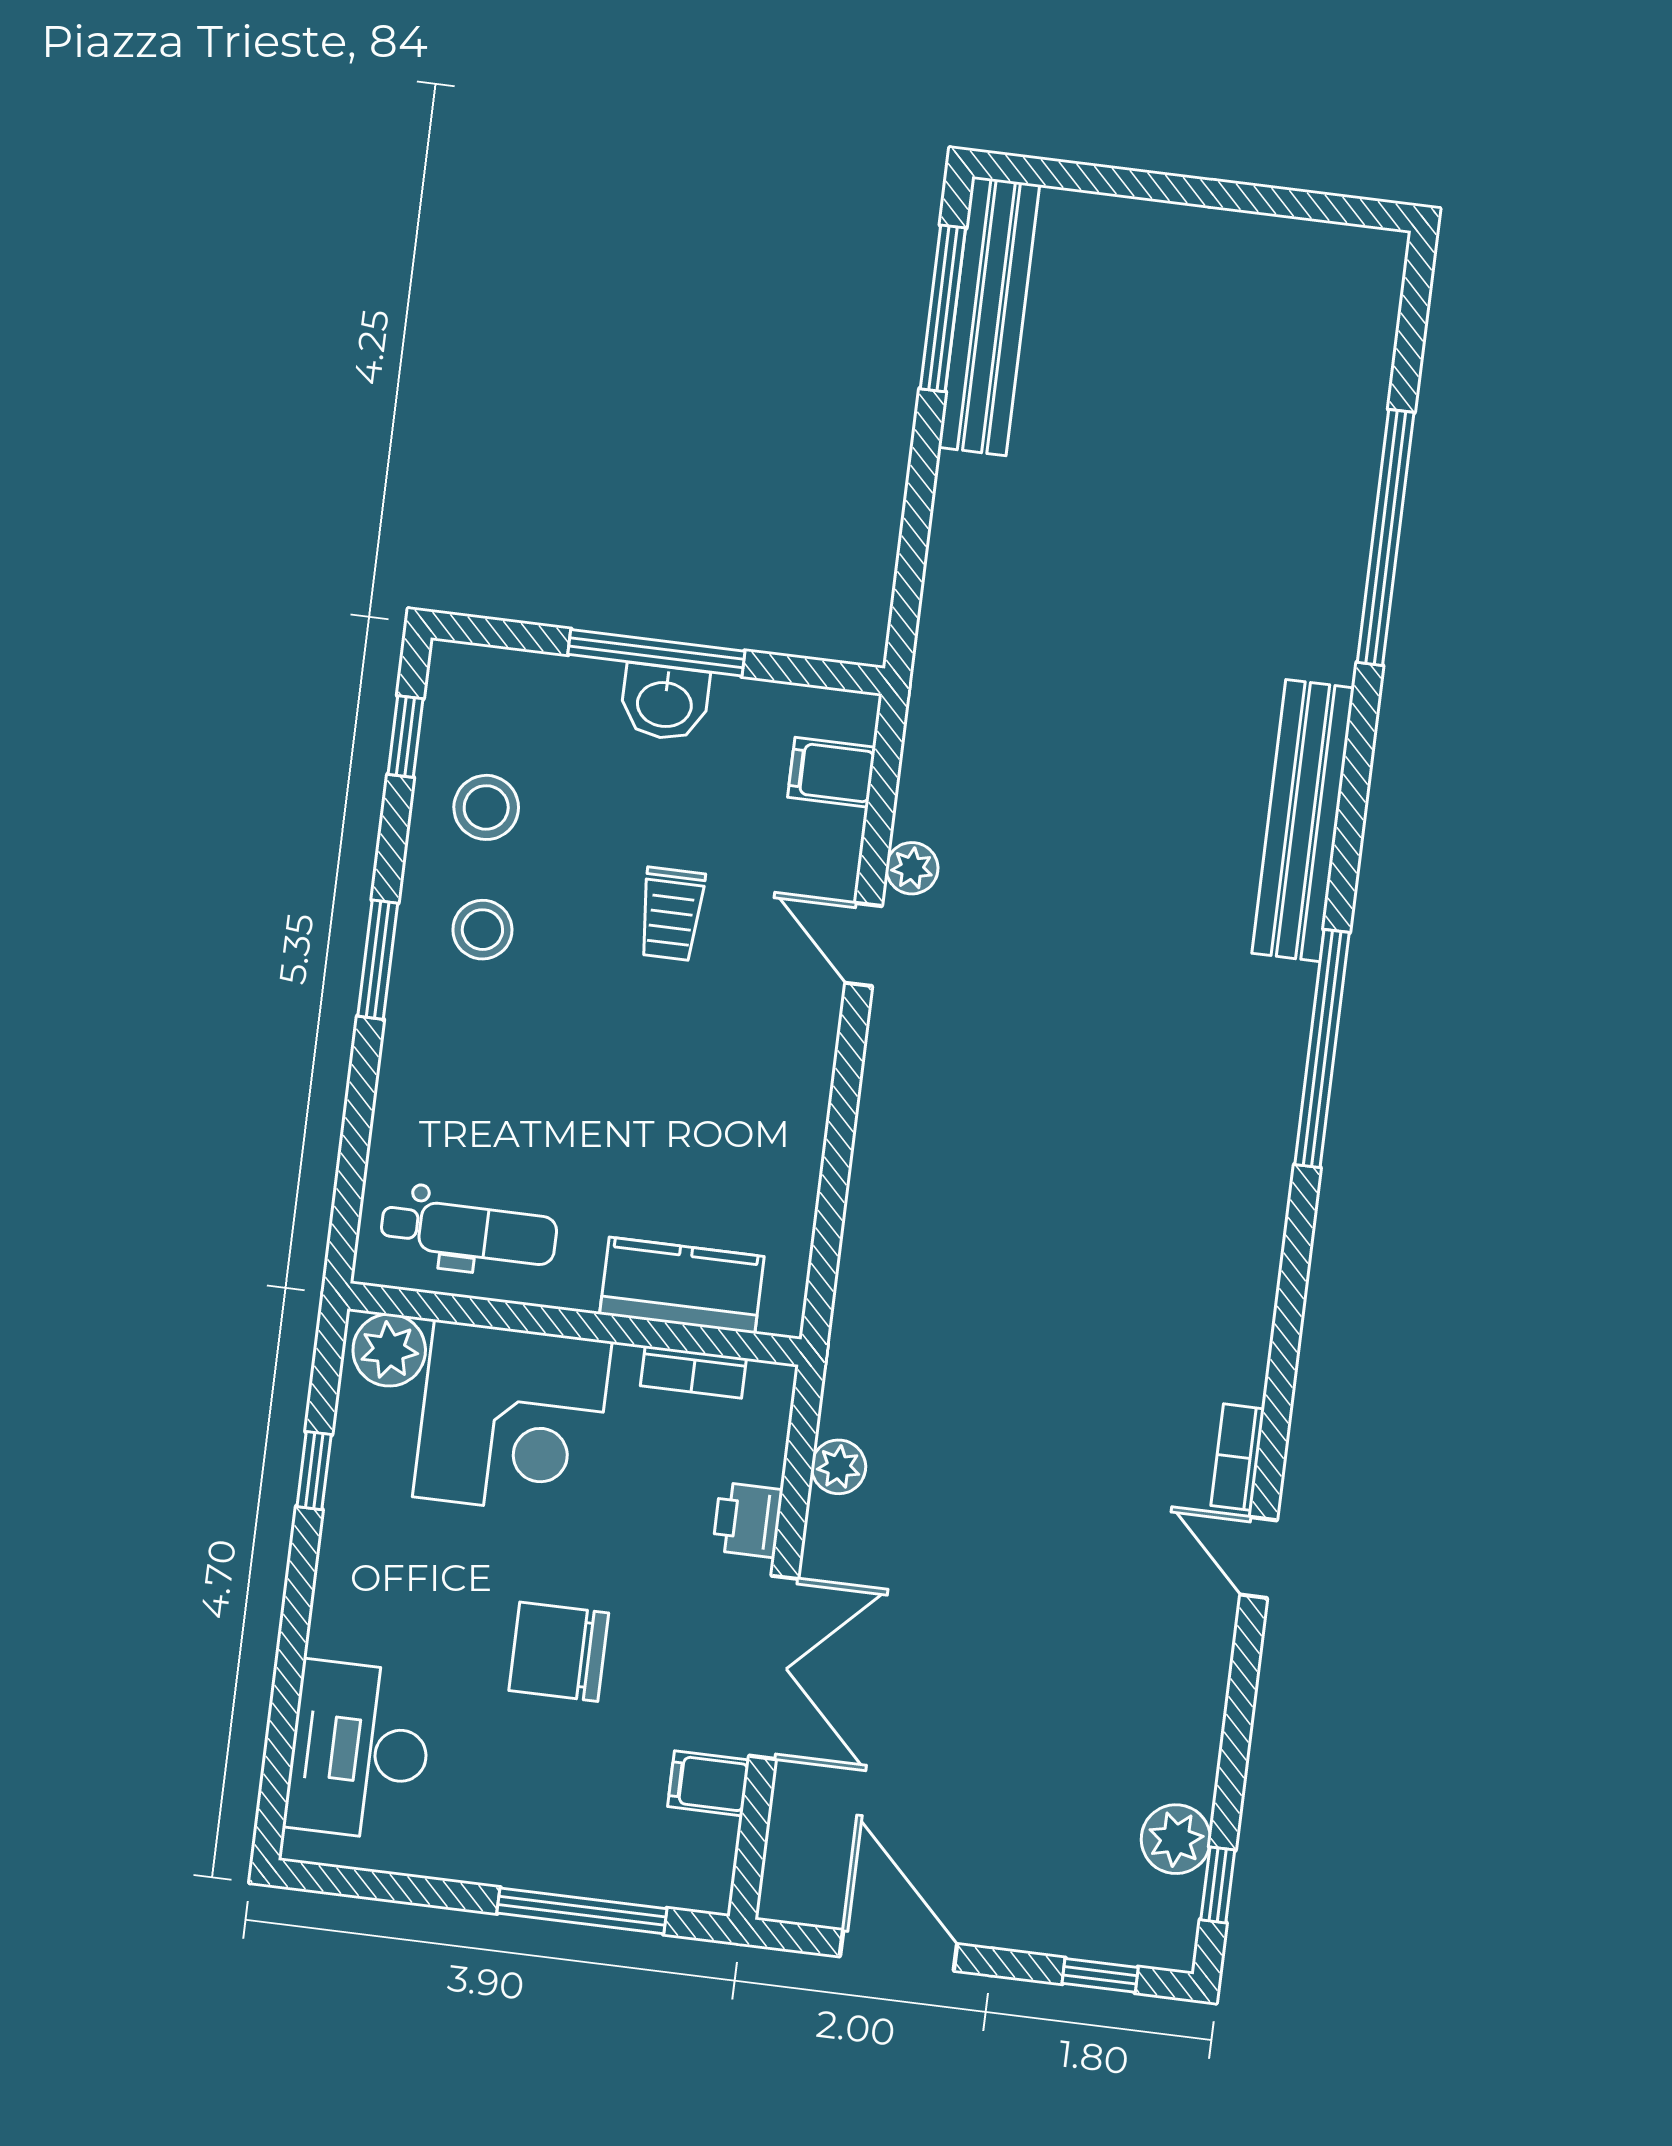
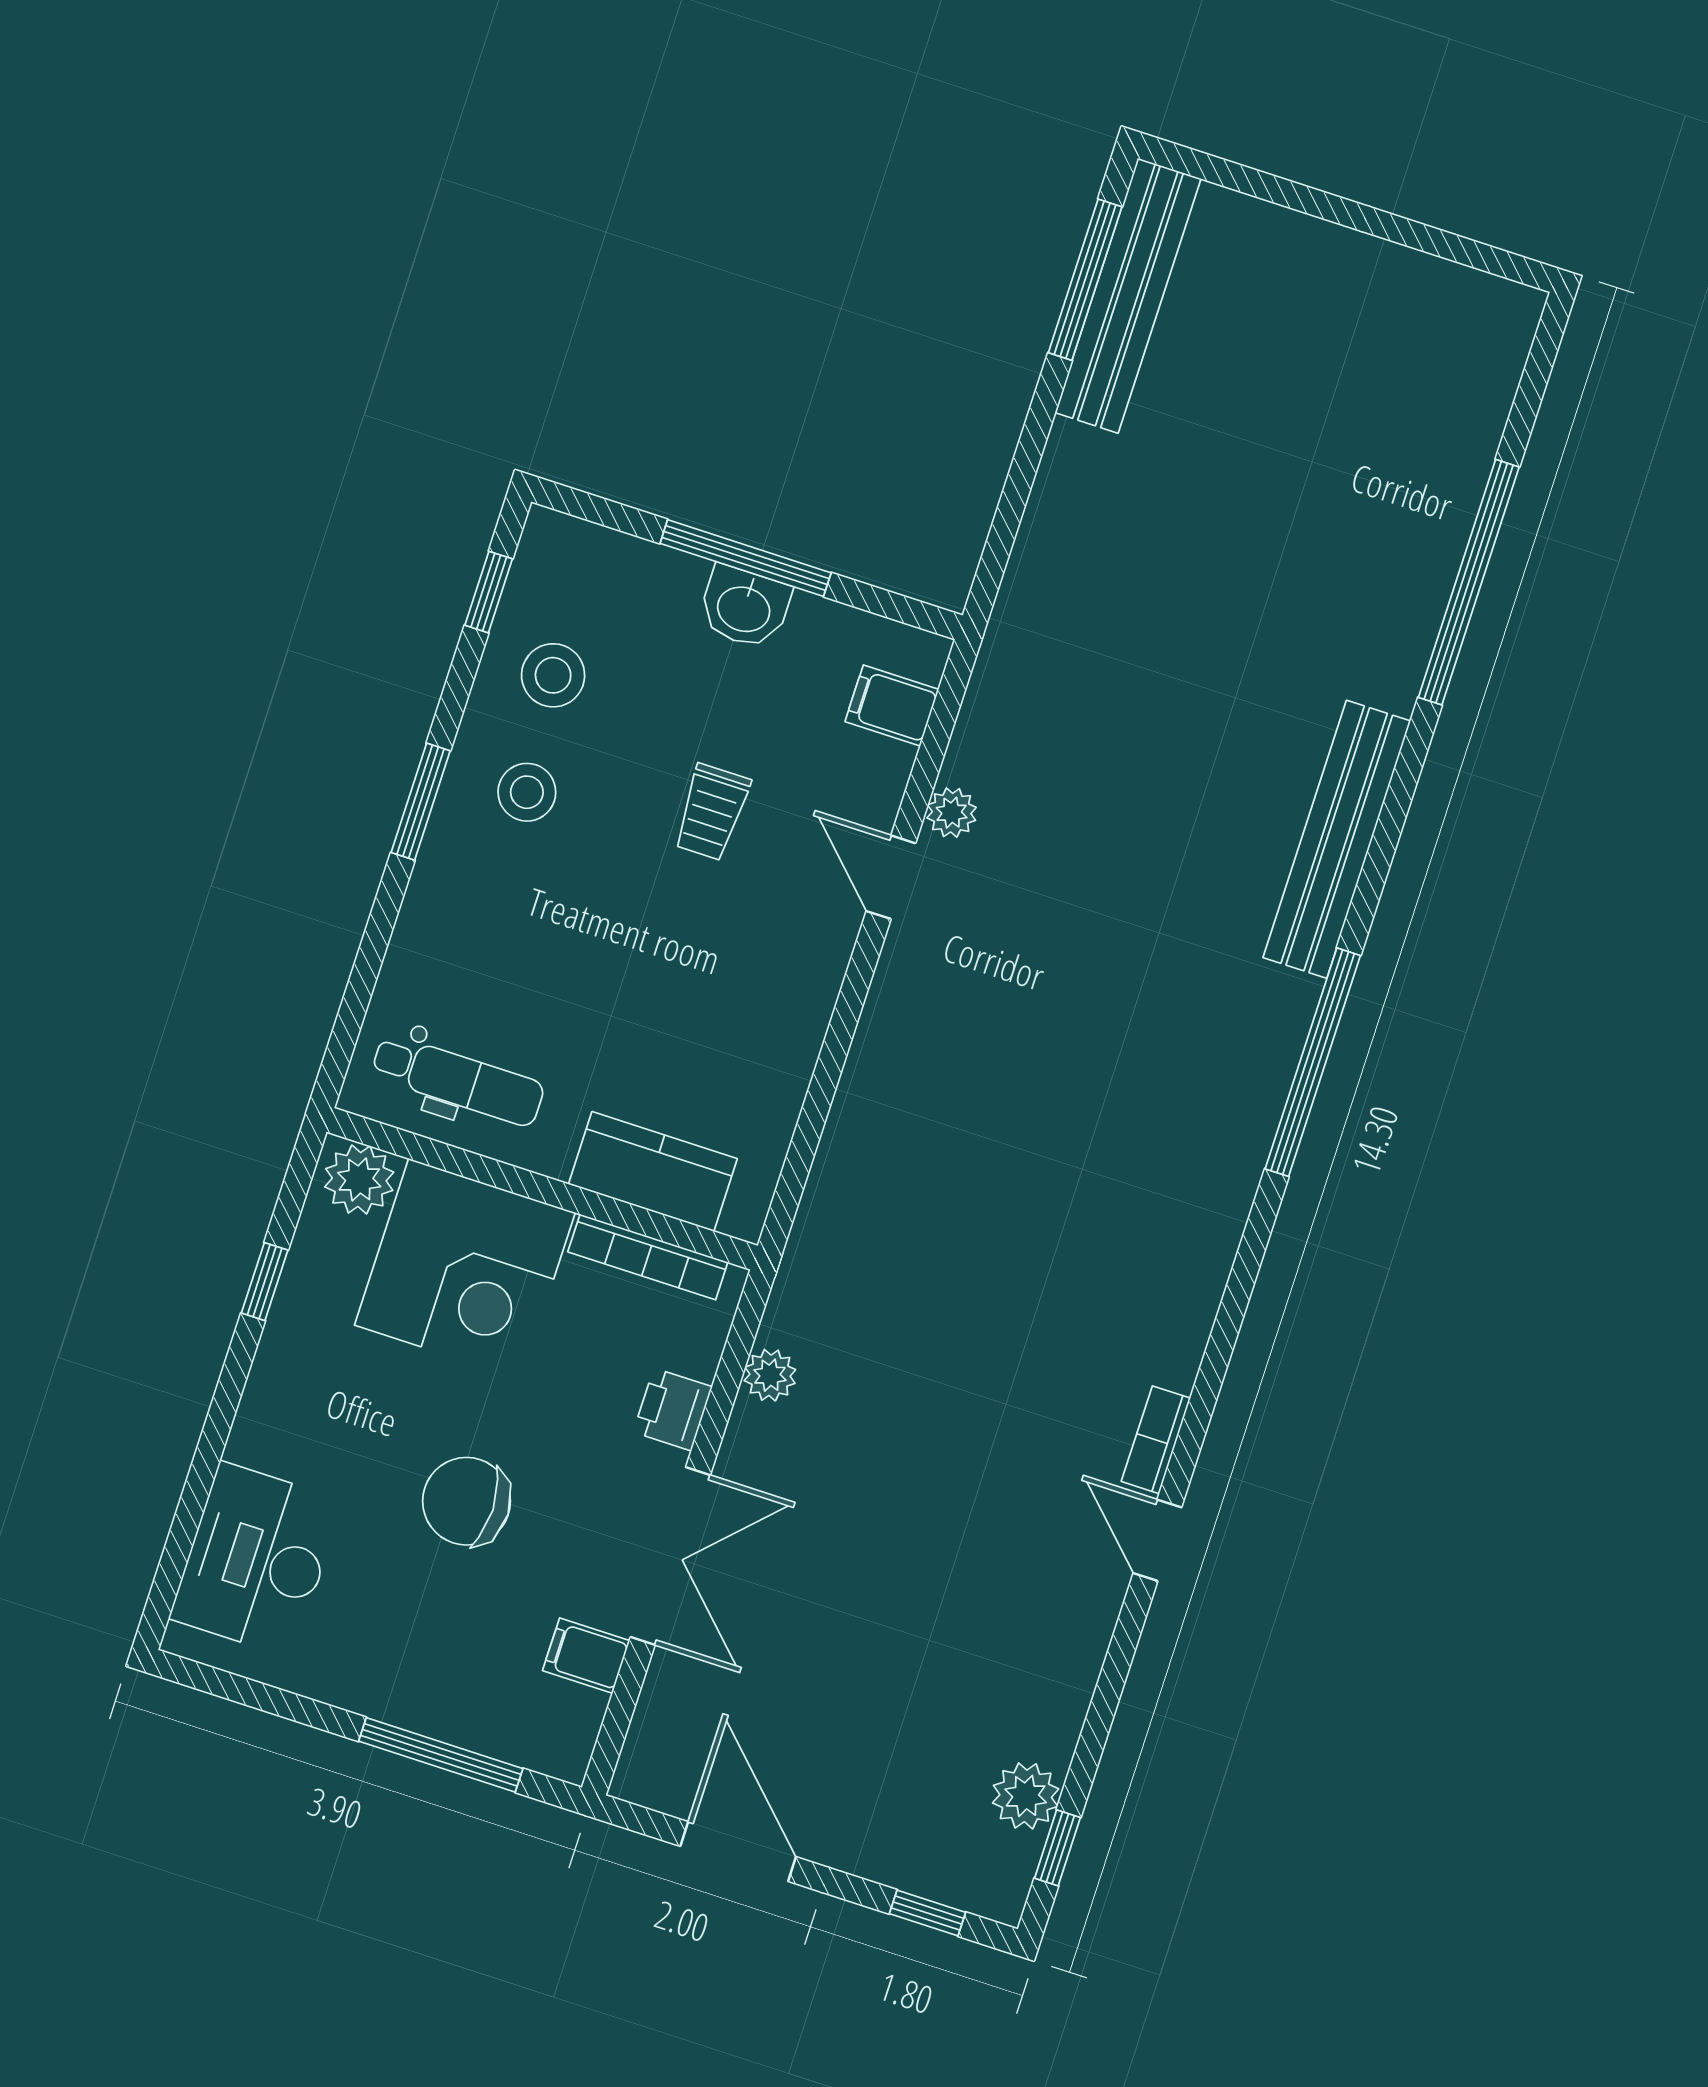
bookcase: (693, 1372) -> (648, 1257), width x1.56

